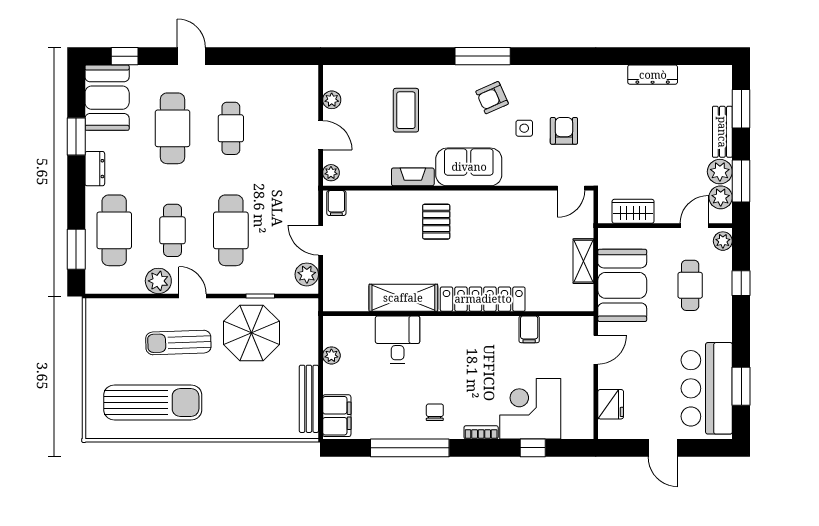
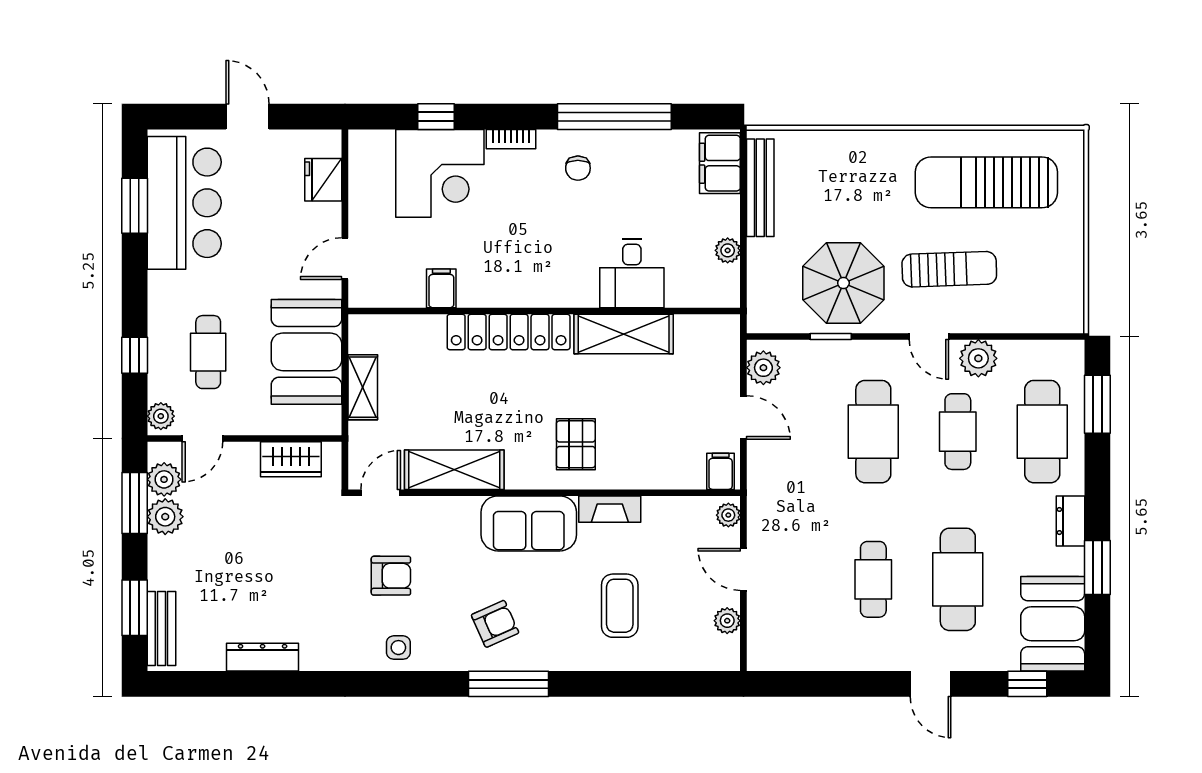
side table: (524, 128) -> (398, 648), moved
armchair: (564, 131) -> (391, 576), turned -90
bench: (722, 132) -> (161, 628), moved
shelving: (520, 204) -> (454, 470), added

